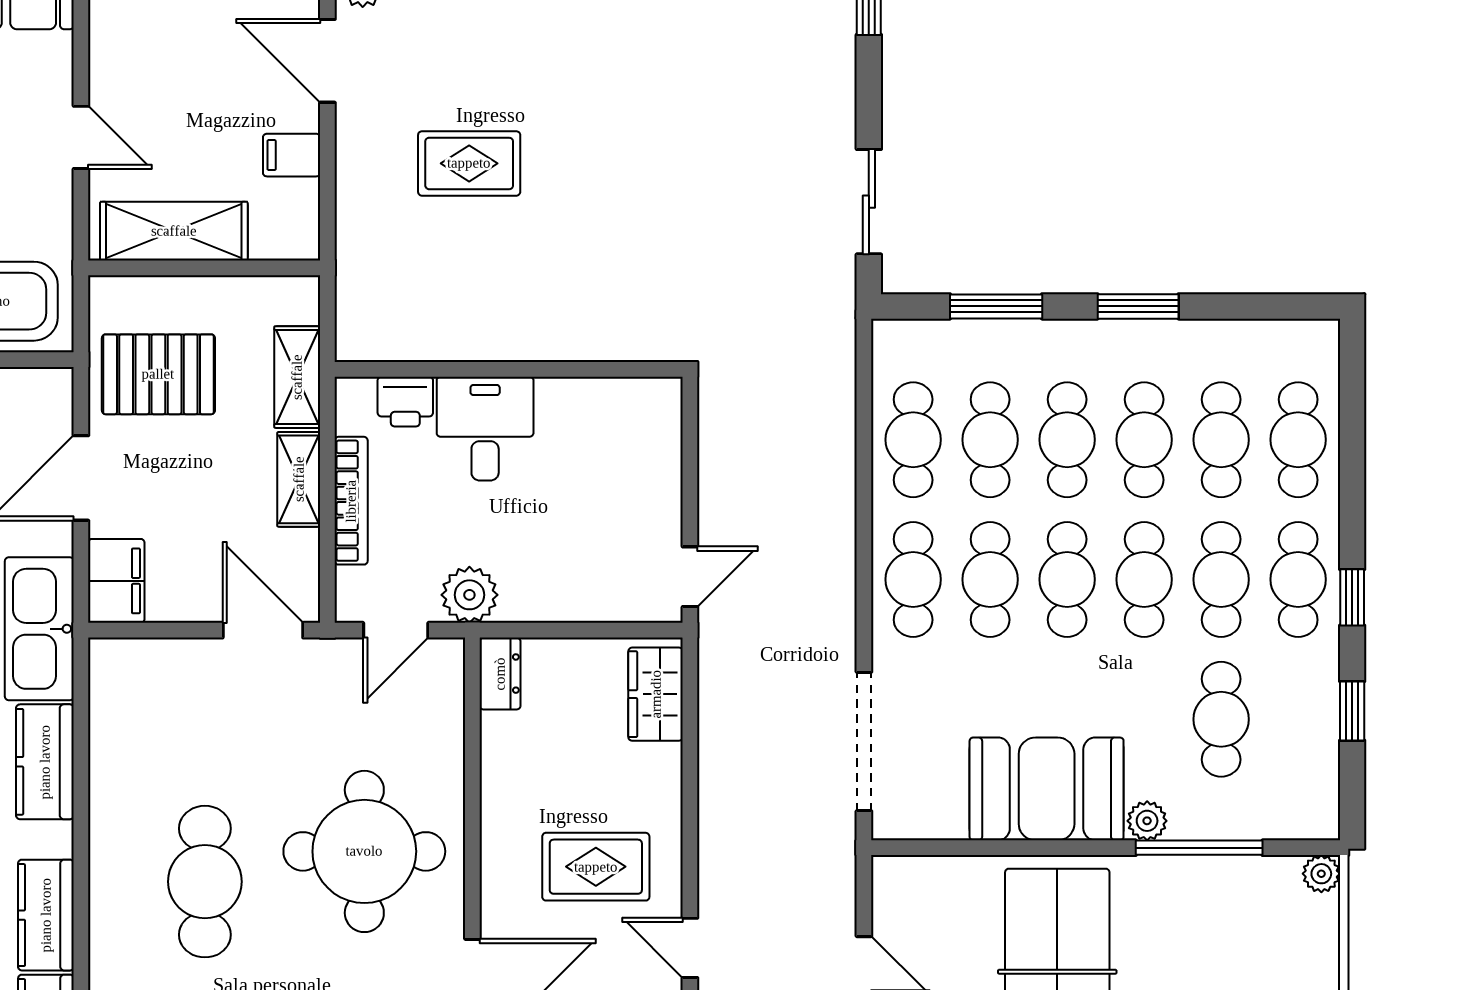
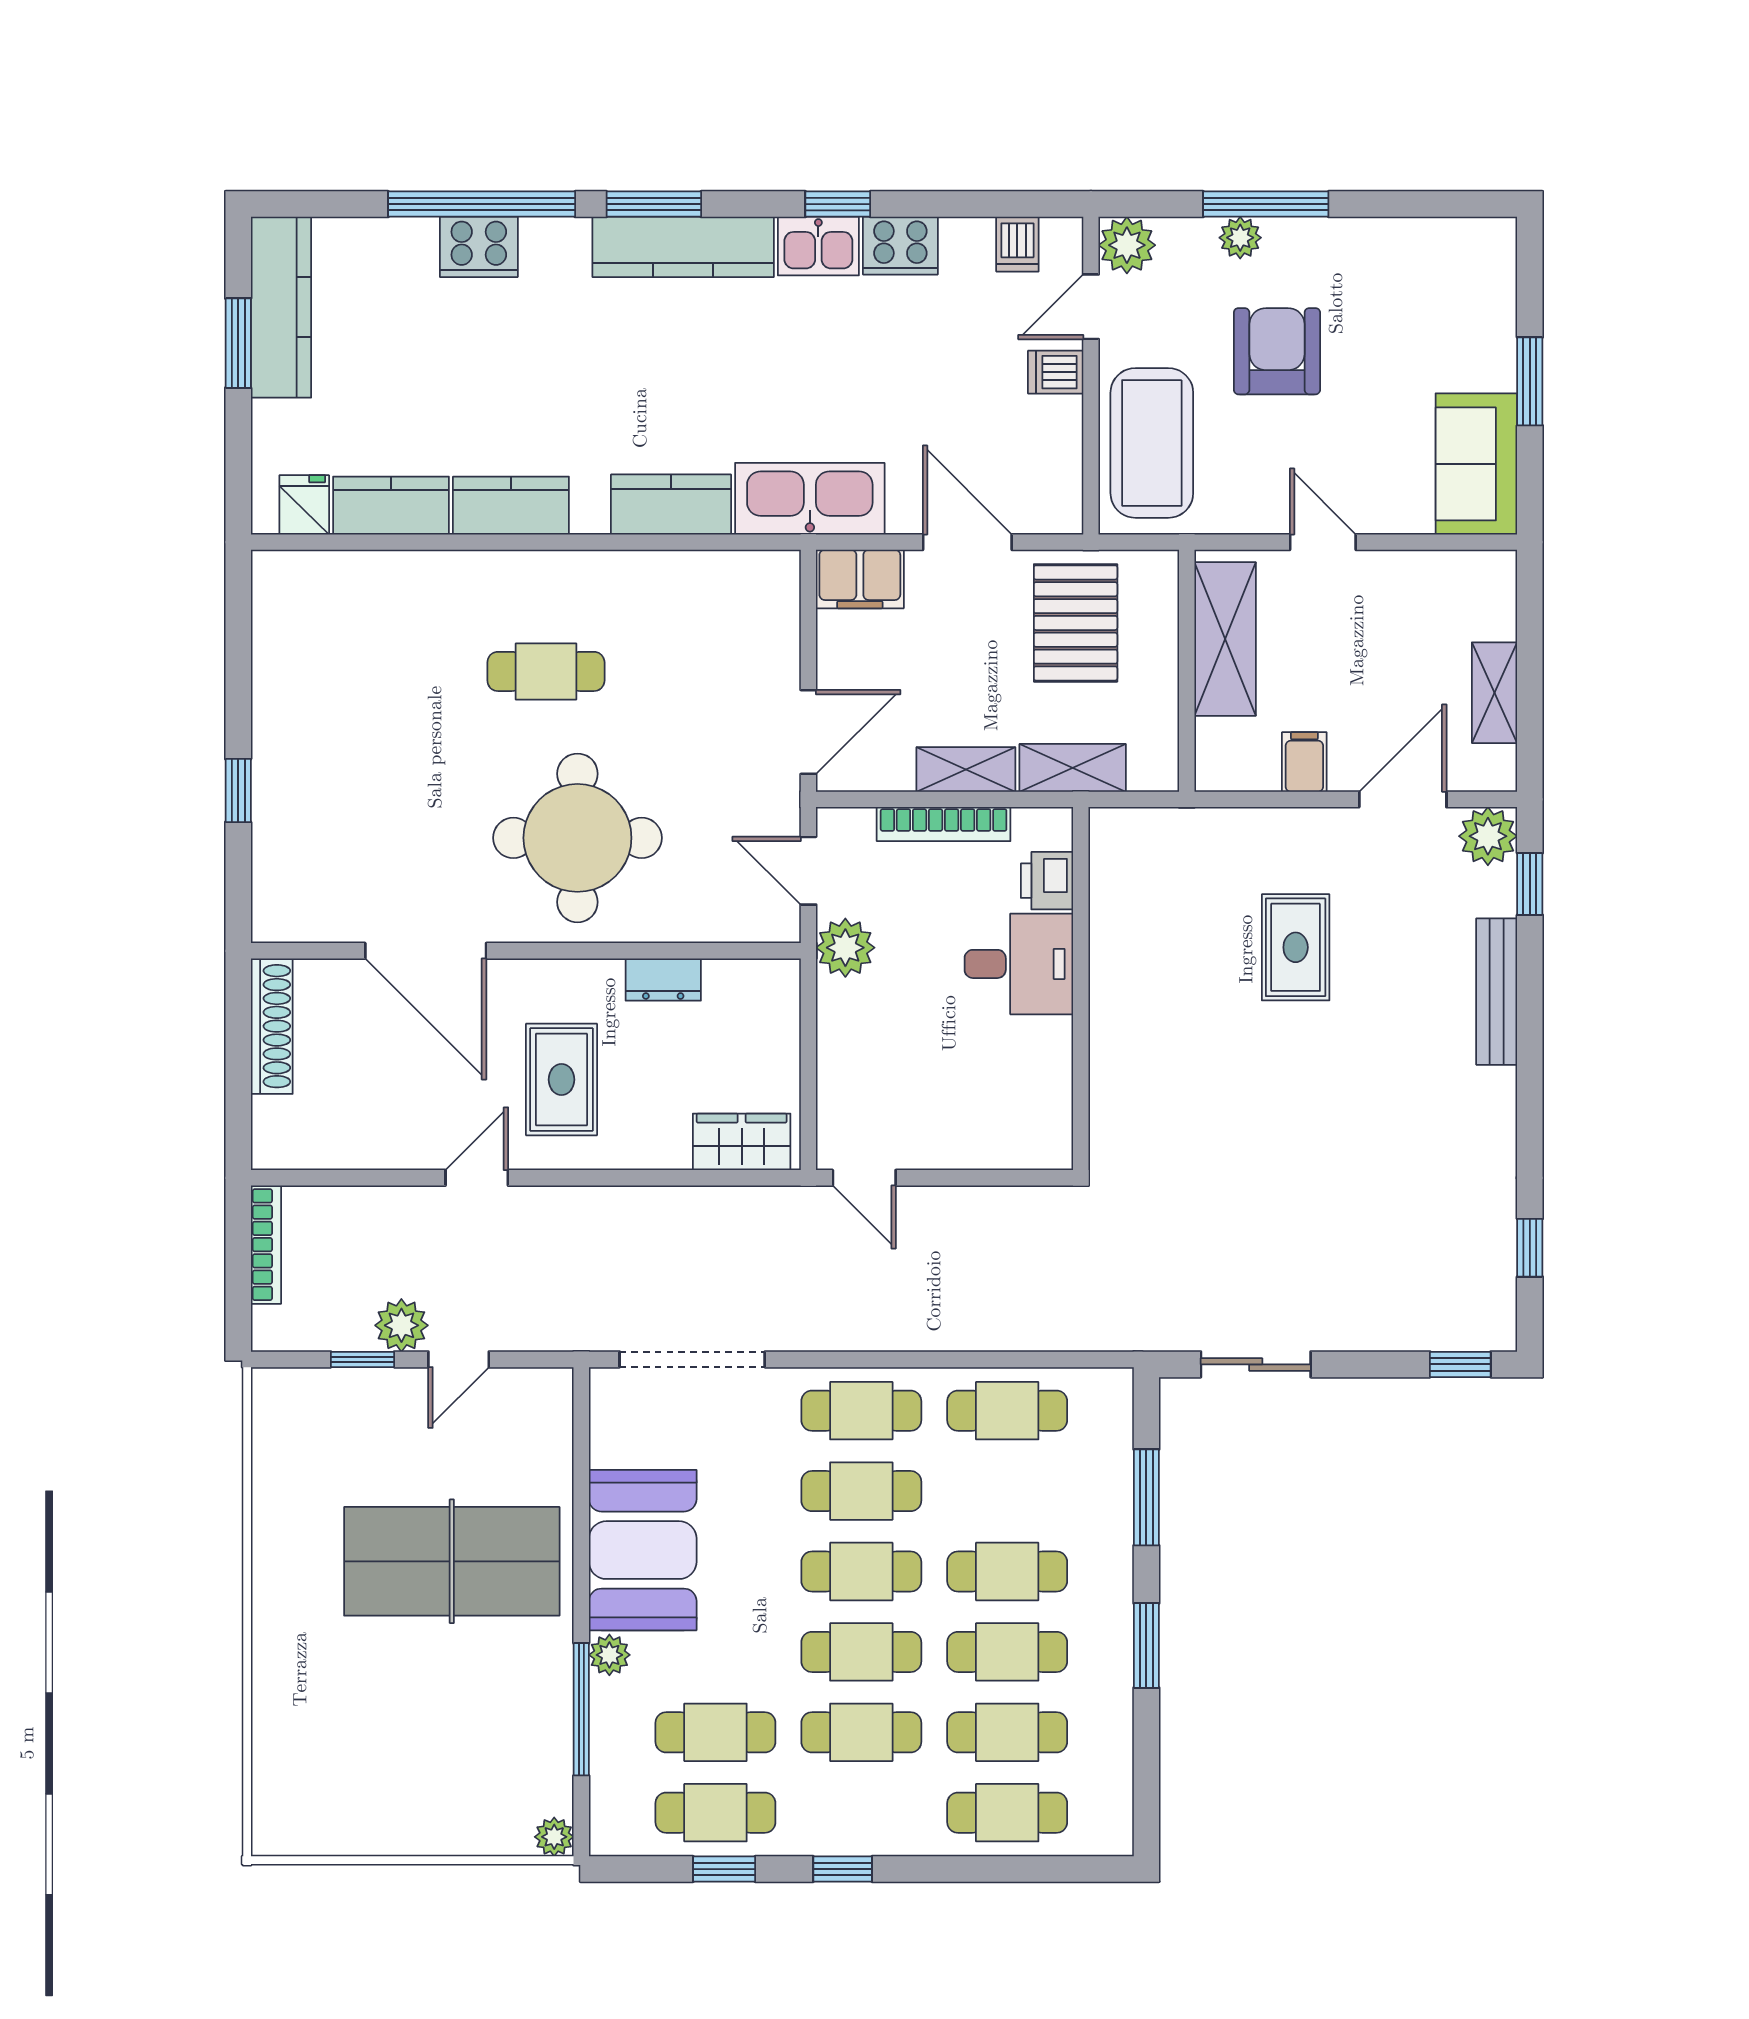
door: (81, 137) -> (1323, 542), swing flipped
cafe table: (990, 440) -> (1007, 1491), removed
cafe table: (1298, 579) -> (715, 1813), moved
dresser: (500, 674) -> (663, 980), moved
cafe table: (205, 882) -> (546, 671), width x0.73, depth x0.74

